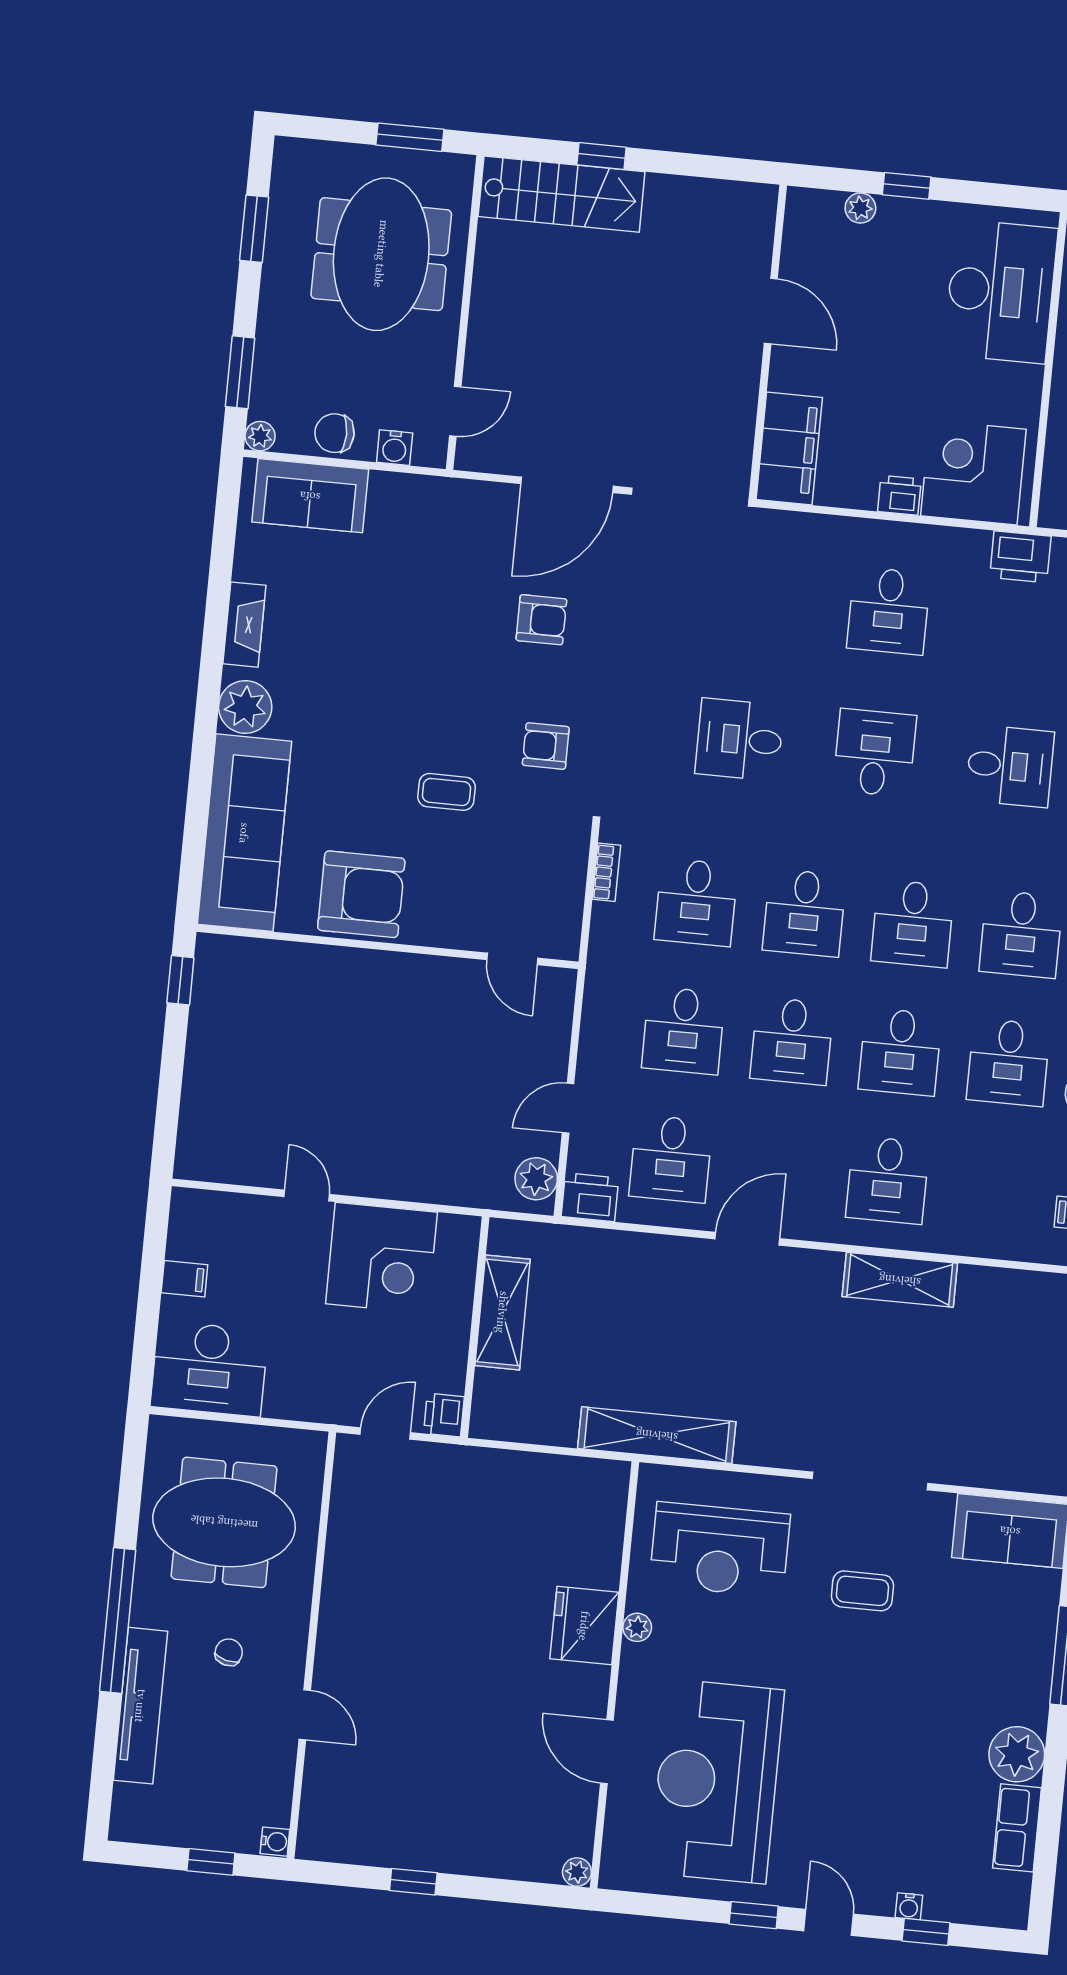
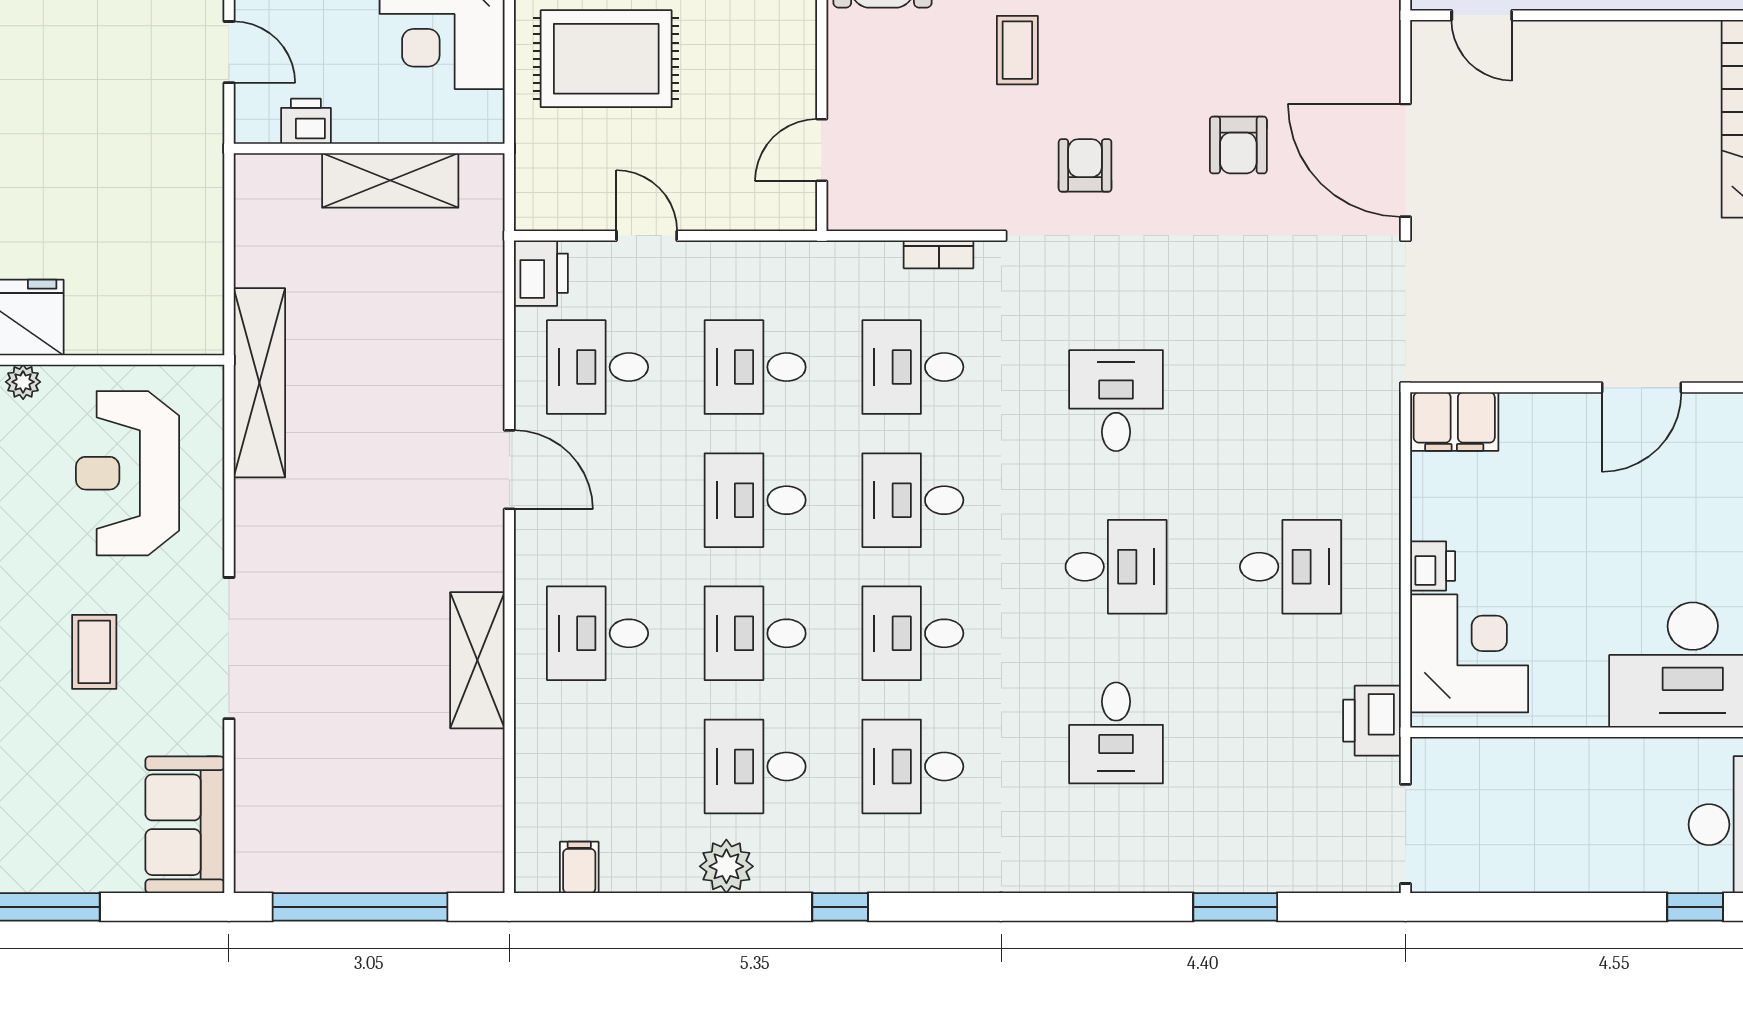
filing cabinet: (789, 449) -> (1454, 422), width x0.67, depth x0.86
desk: (889, 611) -> (1291, 567), turned 180
rug: (421, 1127) -> (606, 59), added
plant: (536, 1179) -> (557, 205), removed
printer: (444, 1415) -> (306, 121), moved

